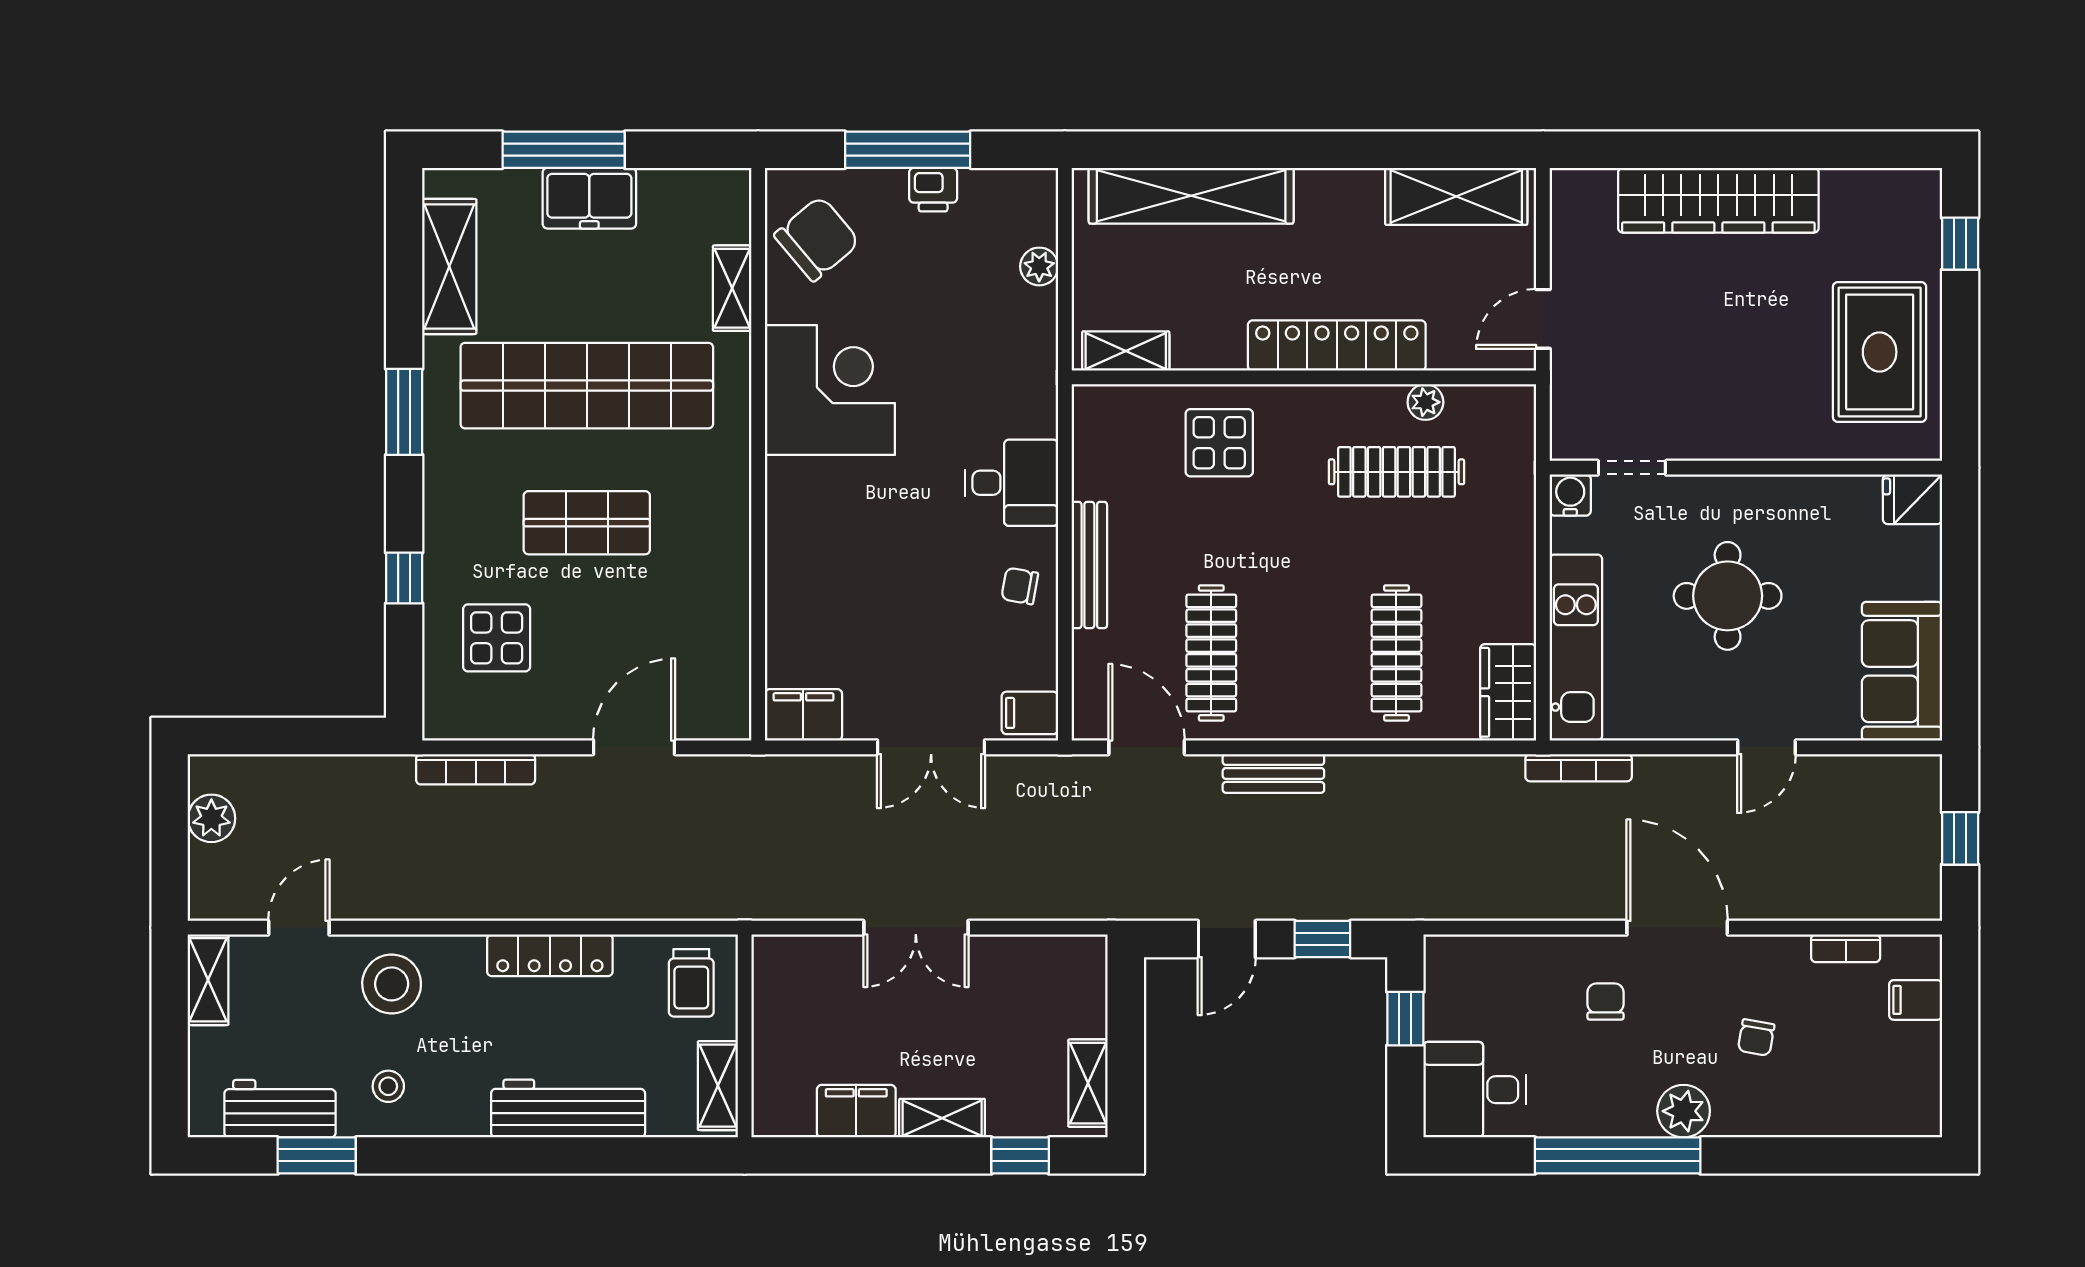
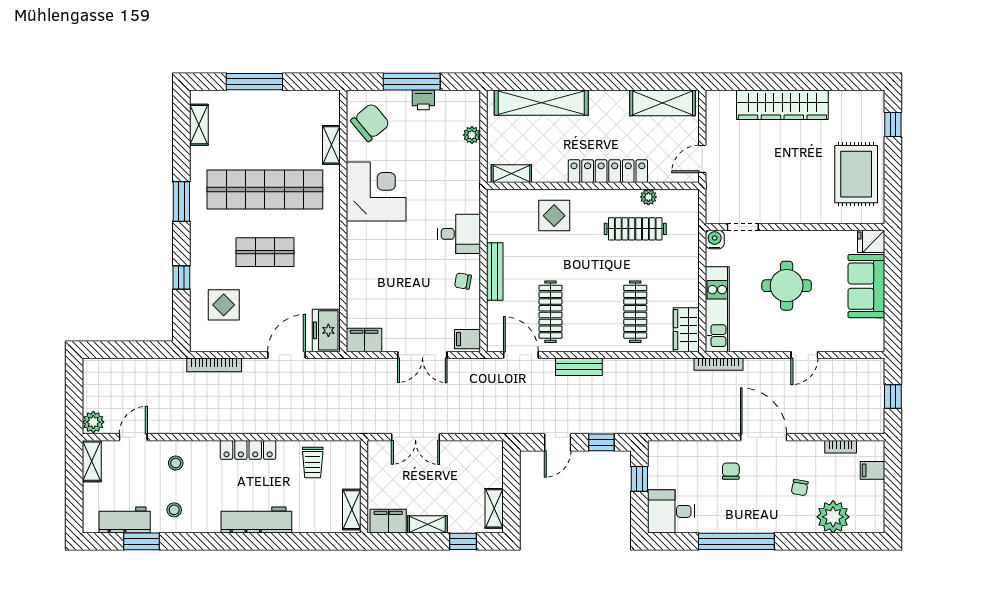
freezer: (589, 198) -> (326, 330), moved, turned 90
shelving: (449, 267) -> (199, 125), width x0.67, depth x0.75
sofa: (1902, 671) -> (866, 286), moved
plant: (211, 818) -> (93, 422), moved
stool: (392, 984) -> (176, 463), width x0.53, depth x0.53
wall: (745, 1036) -> (364, 487), moved
shelving: (718, 1086) -> (352, 510), moved
plant: (1684, 1111) -> (833, 517), moved, width x1.36, depth x1.36

